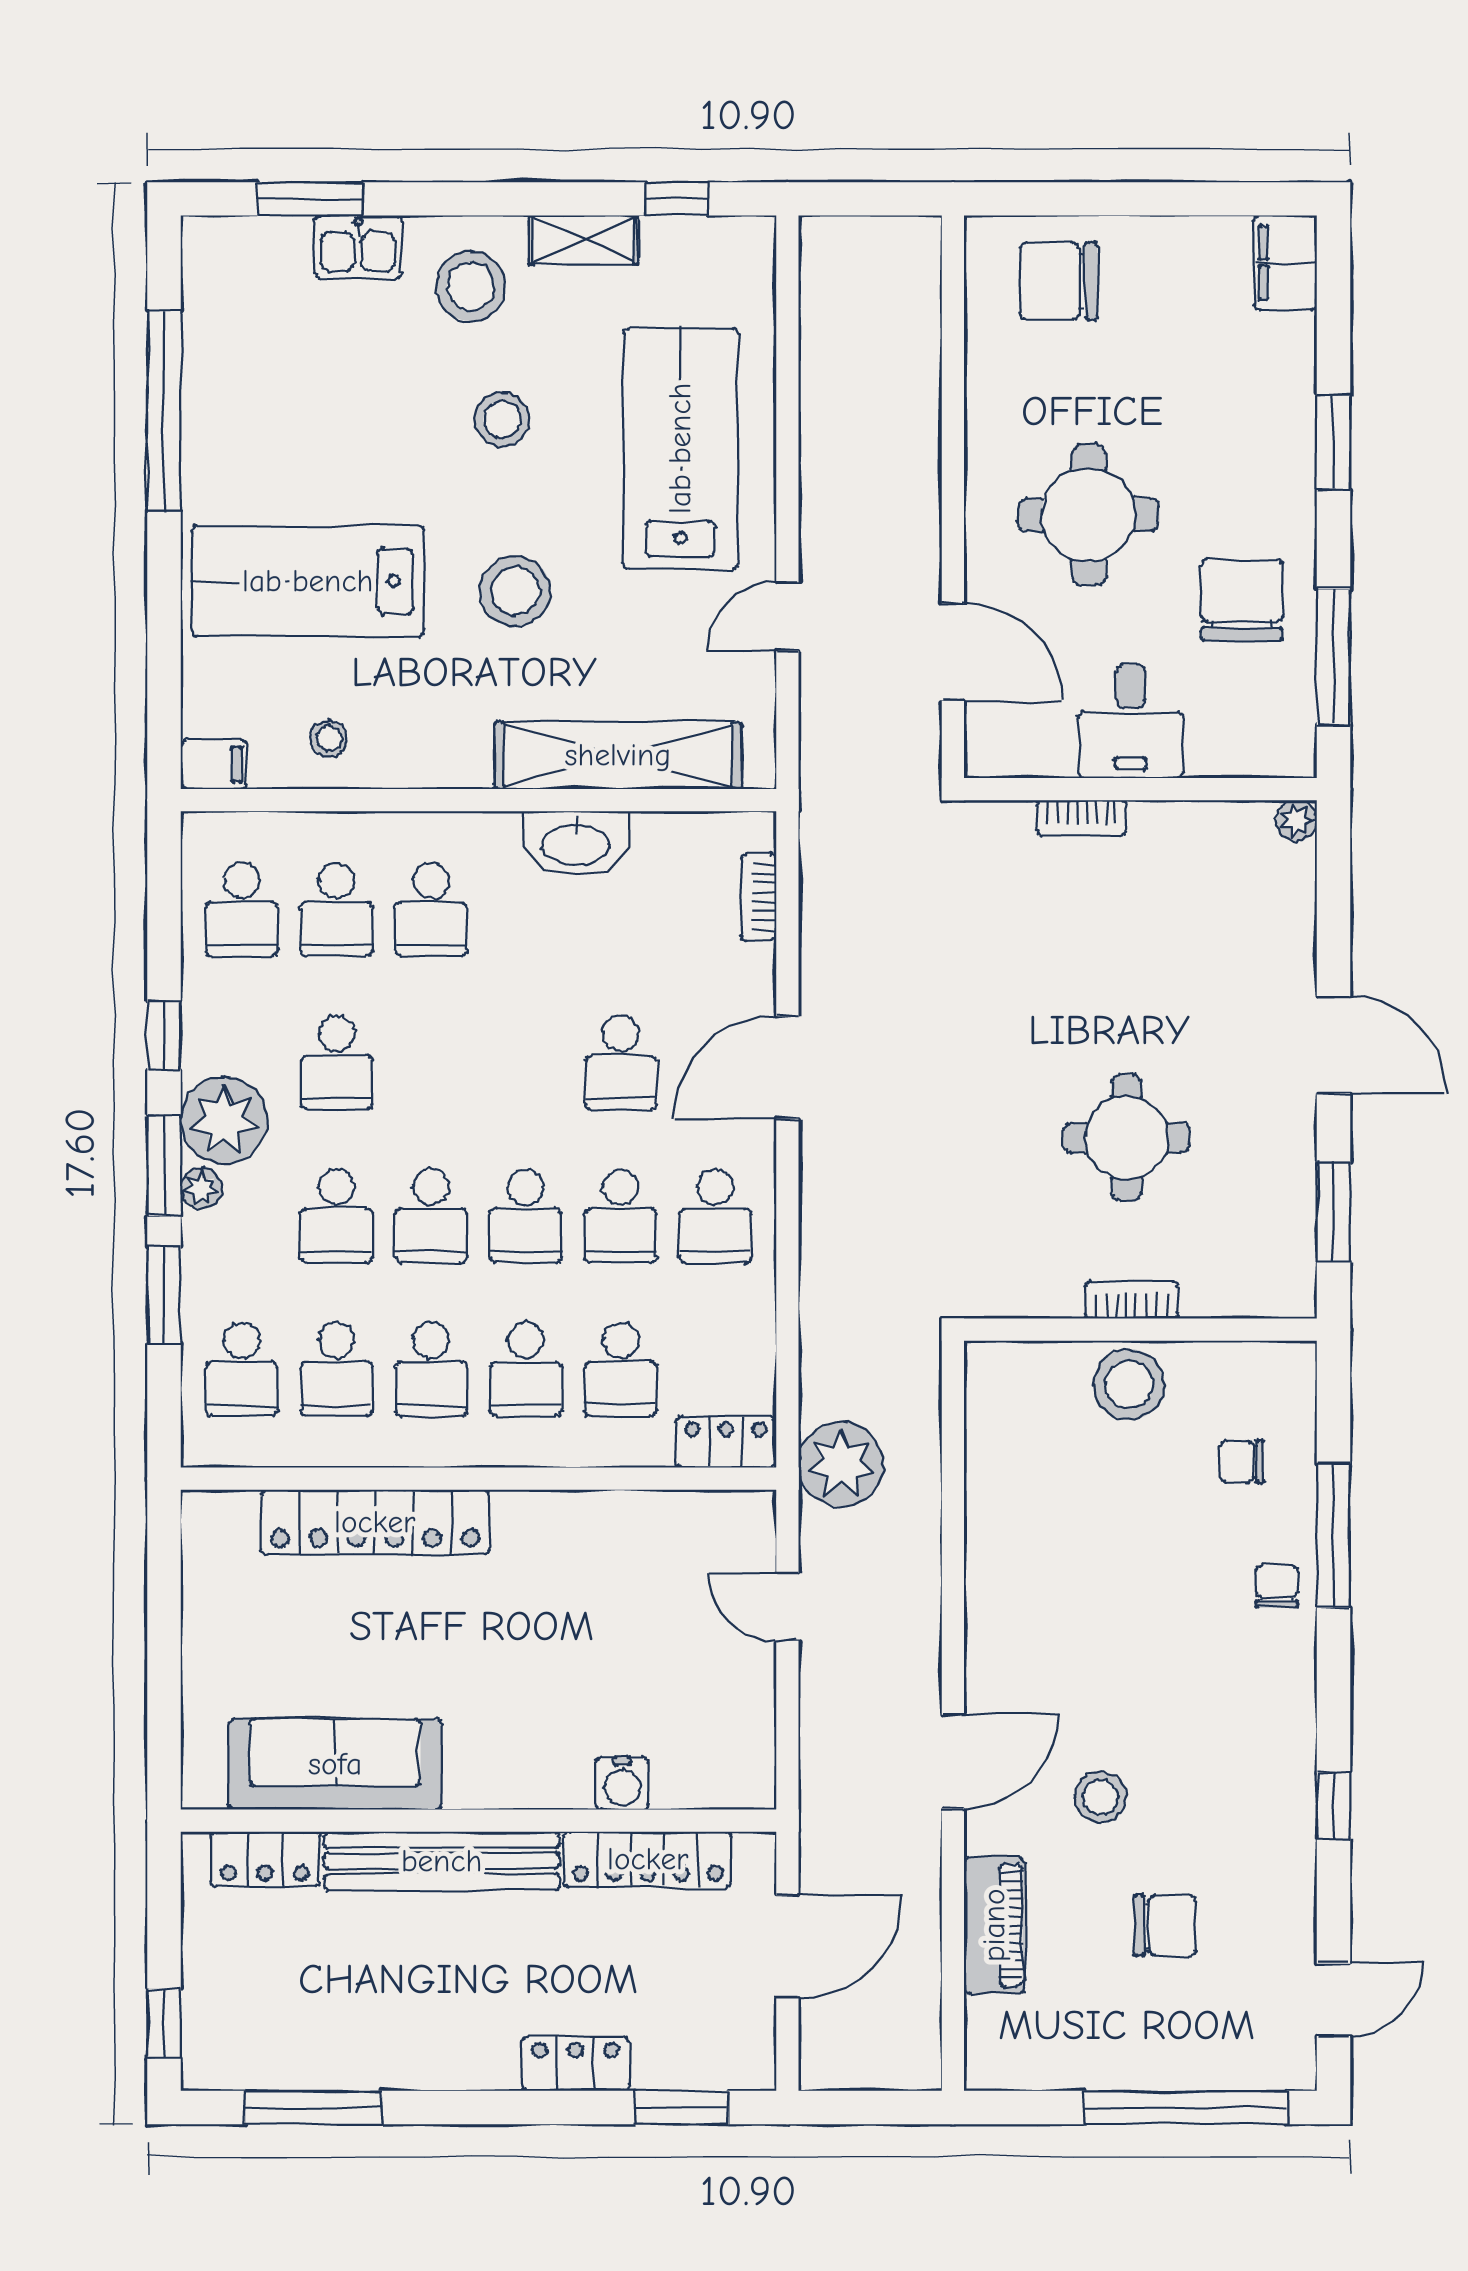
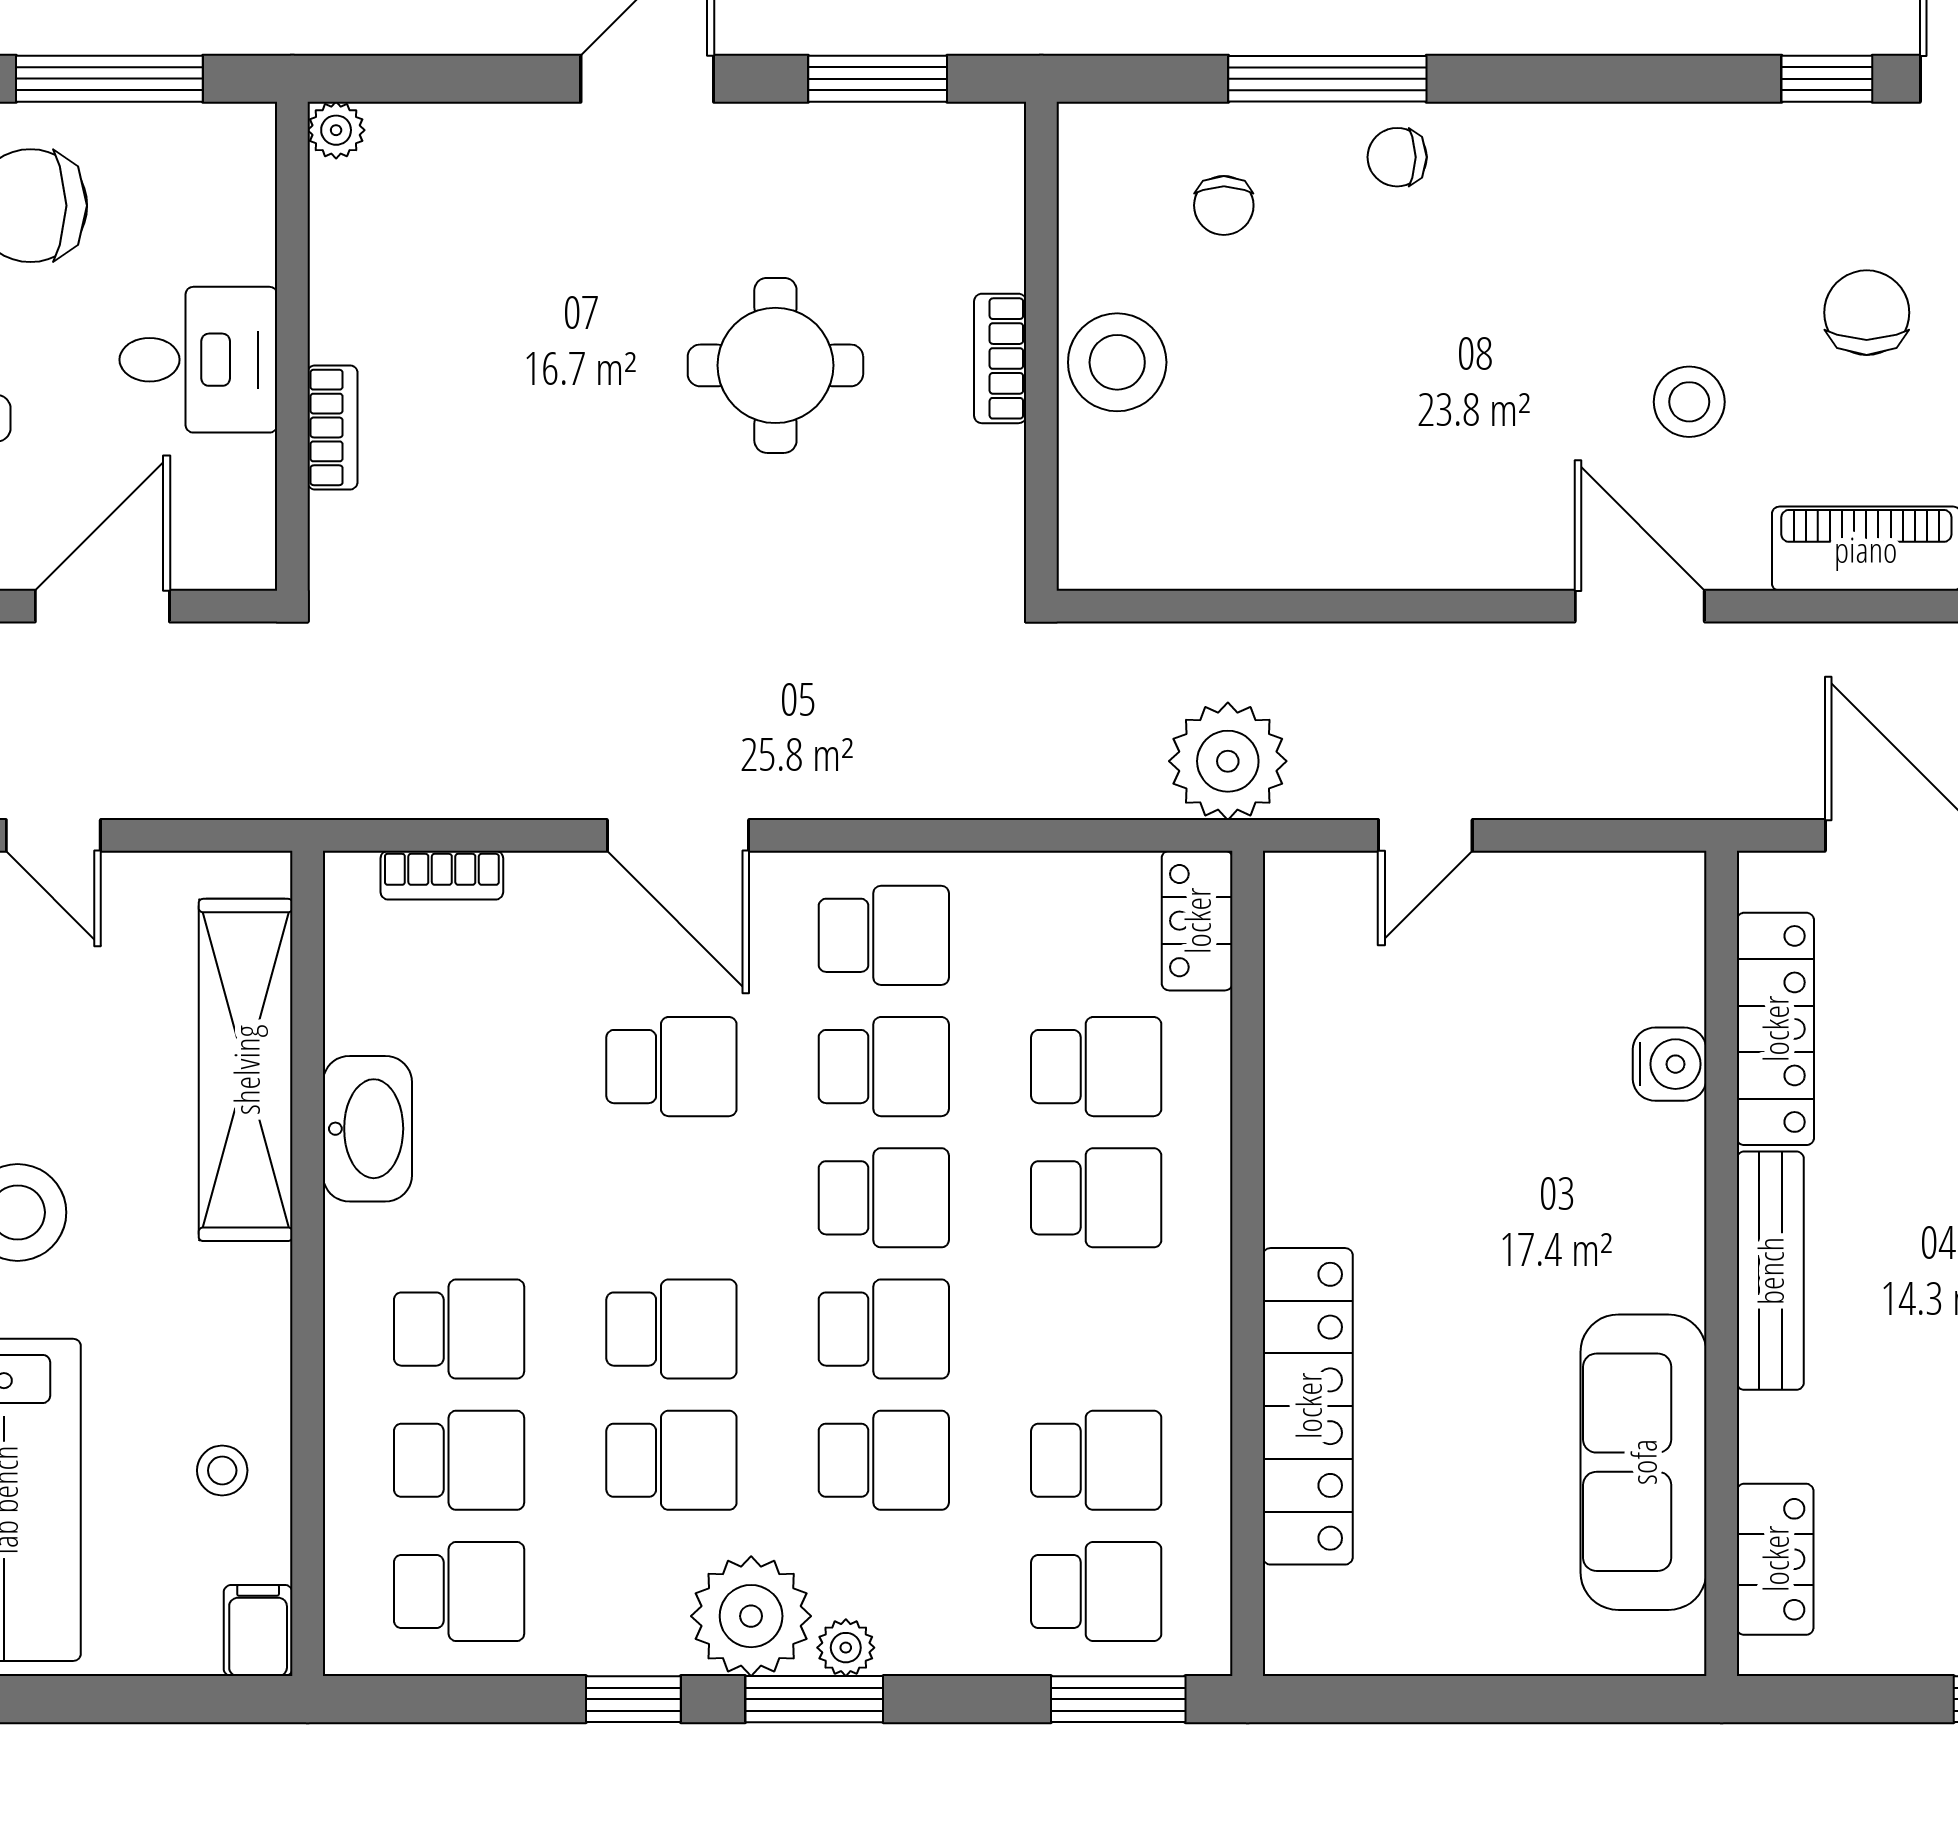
window: (164, 1295) -> (1118, 1699), moved
school desk: (431, 1369) -> (671, 1329), moved
window: (1334, 1806) -> (1827, 79), moved
bench: (442, 1861) -> (1770, 1271), width x0.73, depth x0.82

